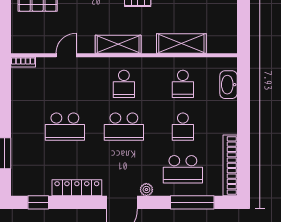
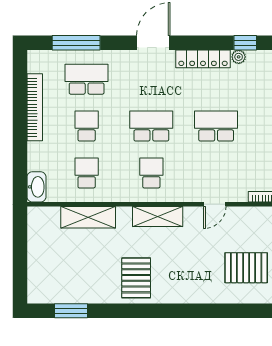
washbasin: (228, 85) -> (36, 187), moved
bookcase: (230, 165) -> (35, 107), moved
plant: (146, 190) -> (239, 57), moved

